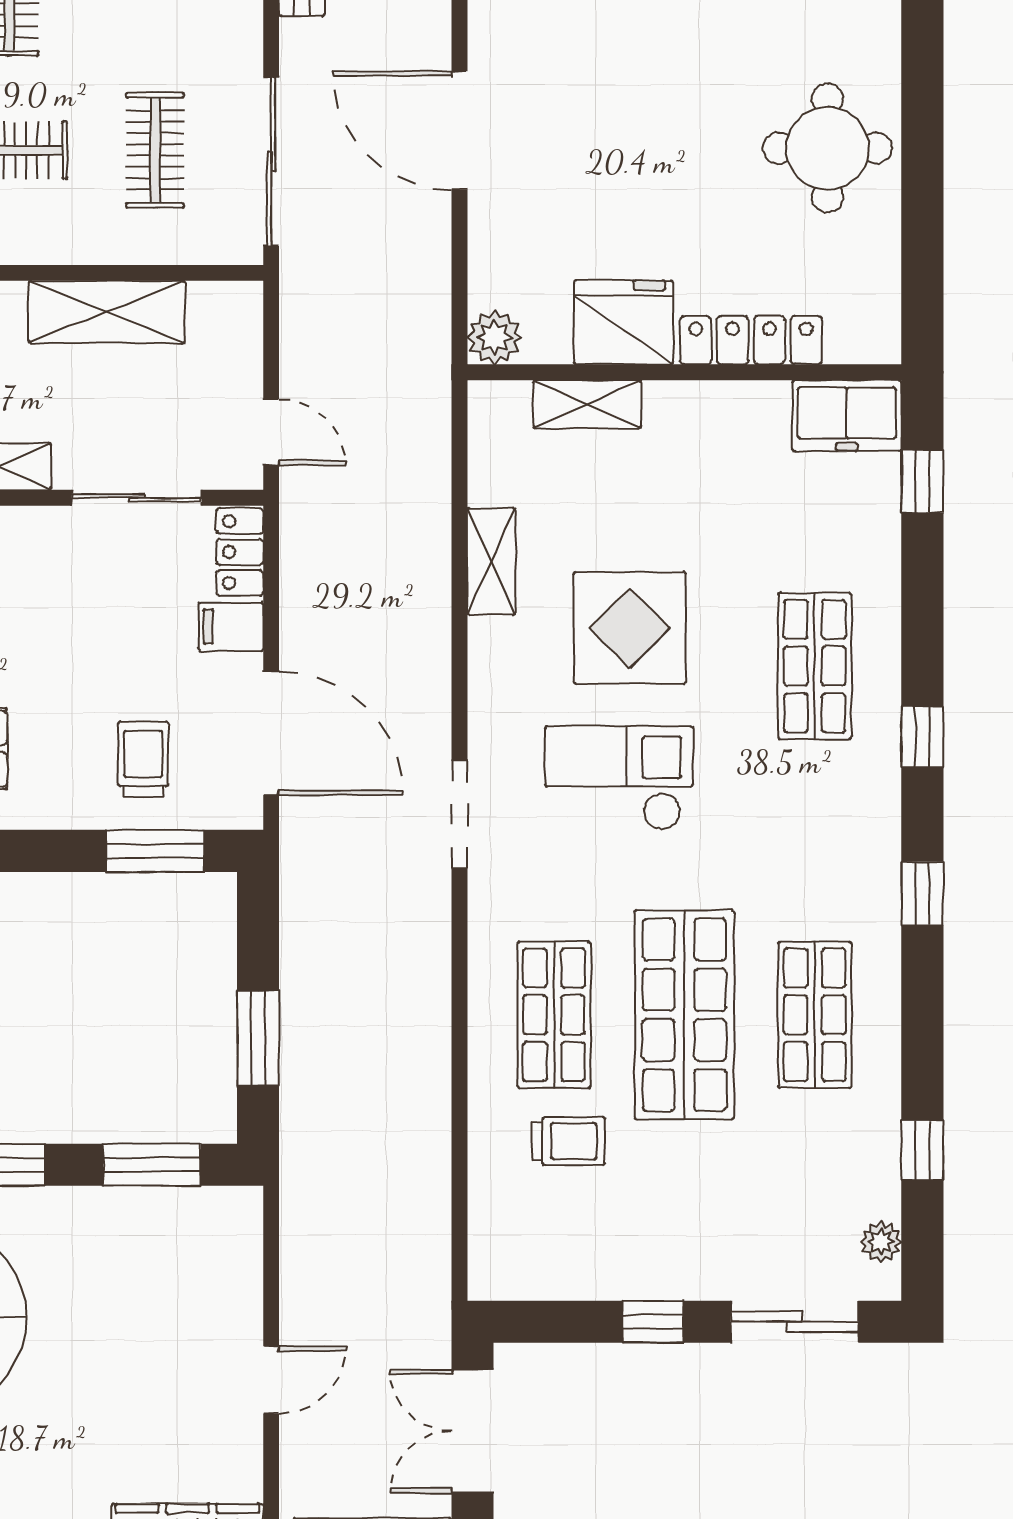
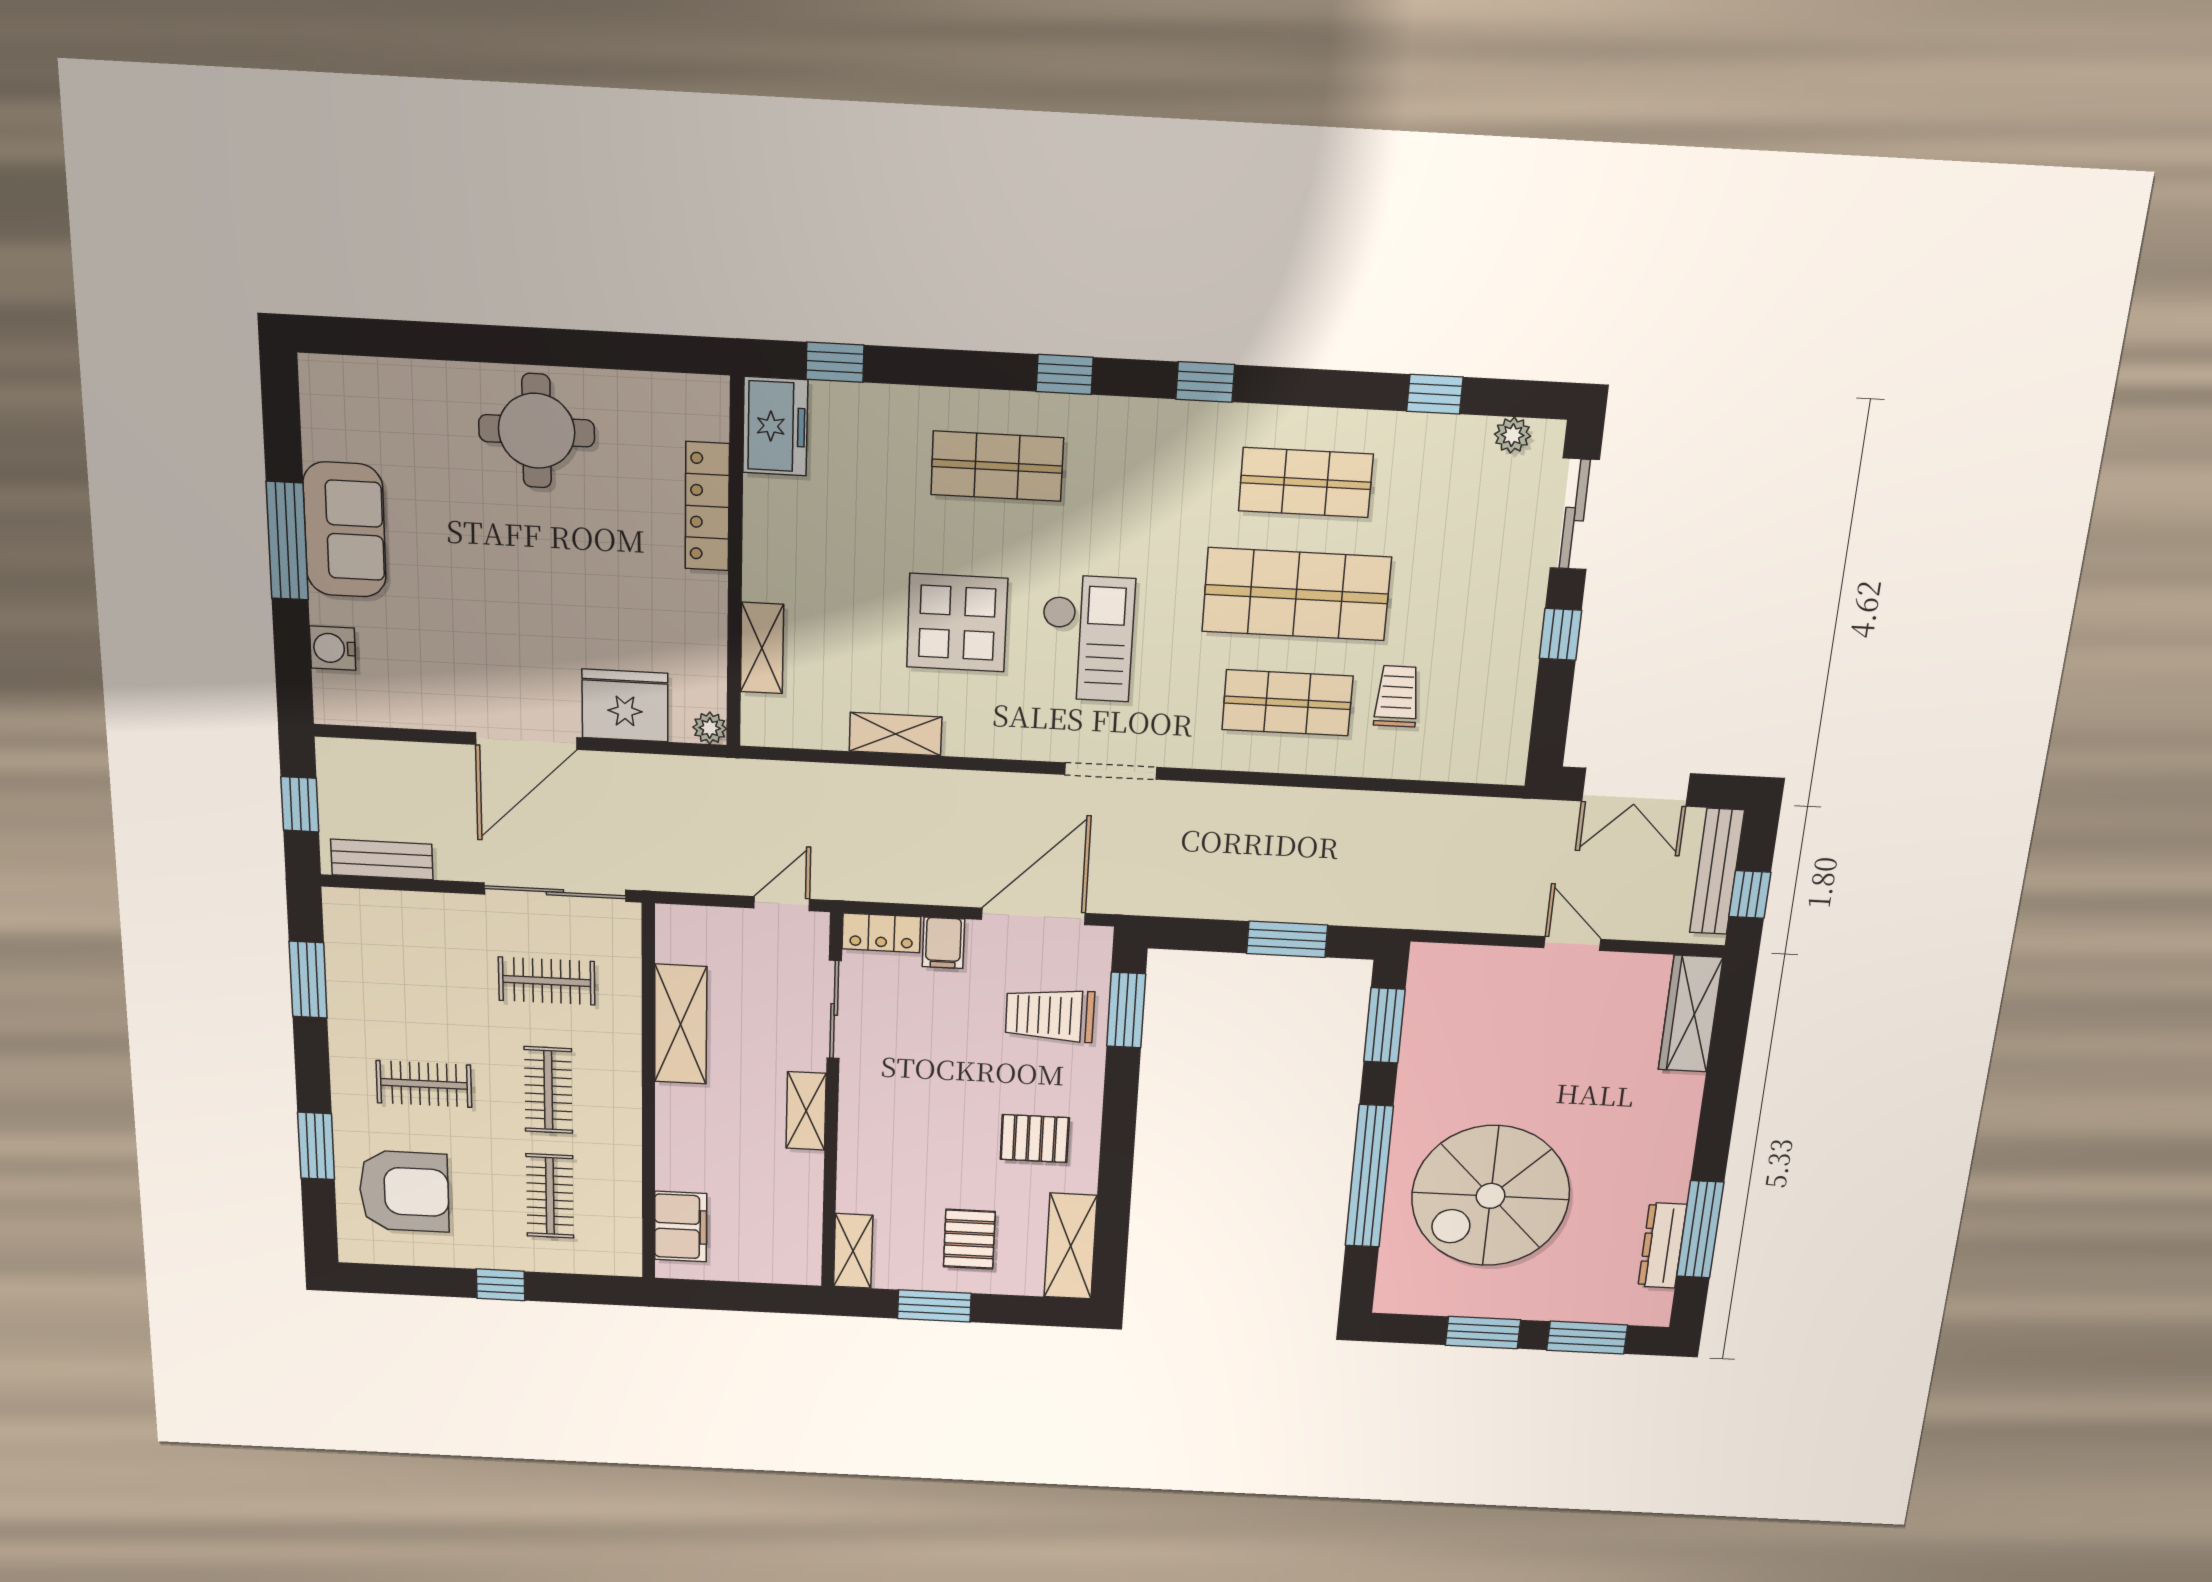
fridge: (624, 322) -> (625, 705), moved, turned 90
plant: (494, 337) -> (710, 728), width x0.73, depth x0.73
trolley: (143, 759) -> (1050, 1015), width x1.36, depth x1.39
checkout: (619, 778) -> (1087, 638), turned 180

